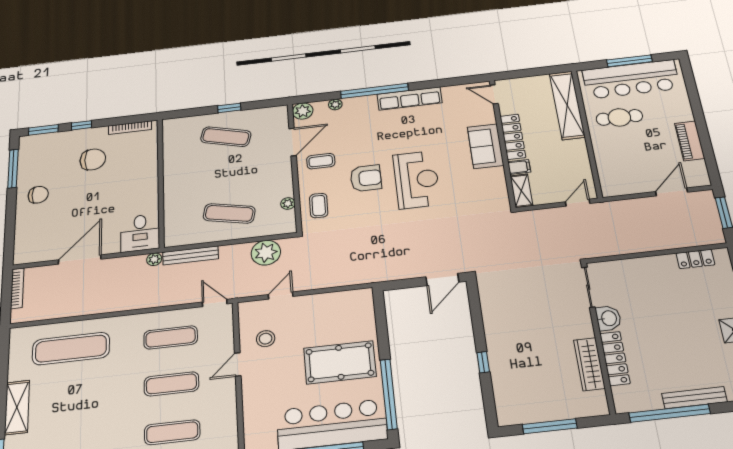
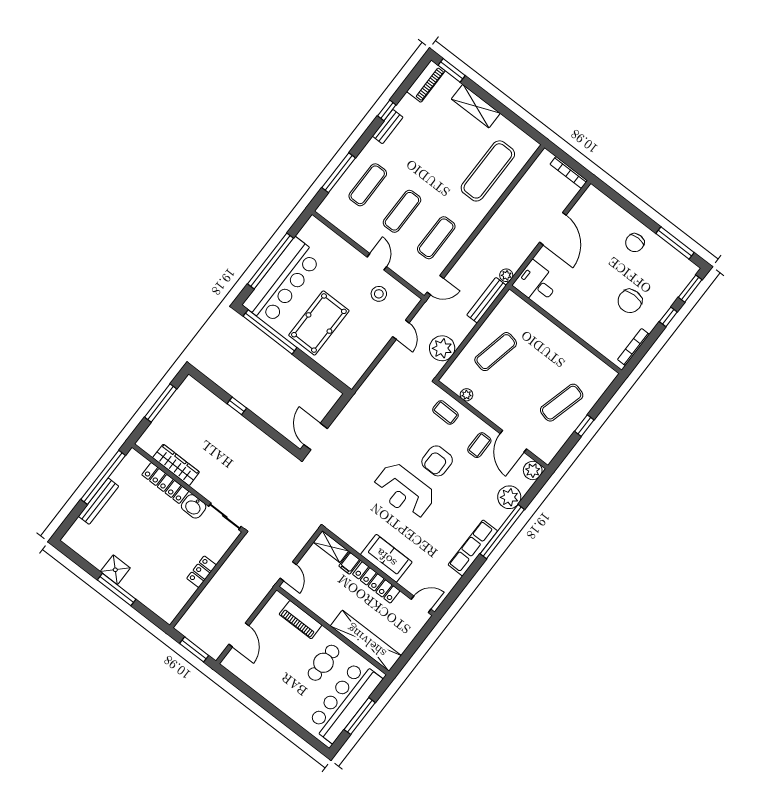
plant: (335, 104) -> (509, 497), width x1.88, depth x1.88
piano: (690, 141) -> (301, 620), moved, turned 180
locker: (695, 259) -> (202, 572), moved

